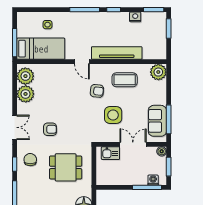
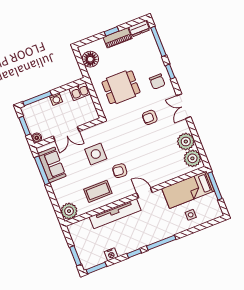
kitchen sink: (110, 153) -> (80, 91), moved, turned 180
washing machine: (153, 180) -> (56, 99), moved

